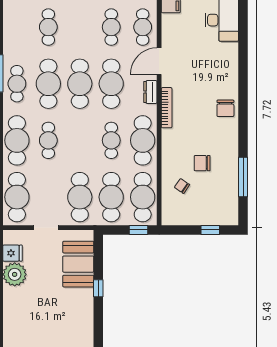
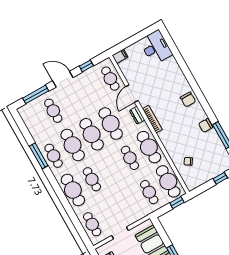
cafe table: (111, 27) -> (91, 89), removed
chair: (202, 163) -> (206, 126), moved
cafe table: (17, 197) -> (92, 224), width x0.73, depth x0.74
cafe table: (80, 197) -> (130, 203), removed
cafe table: (111, 197) -> (149, 192), width x0.73, depth x0.74

